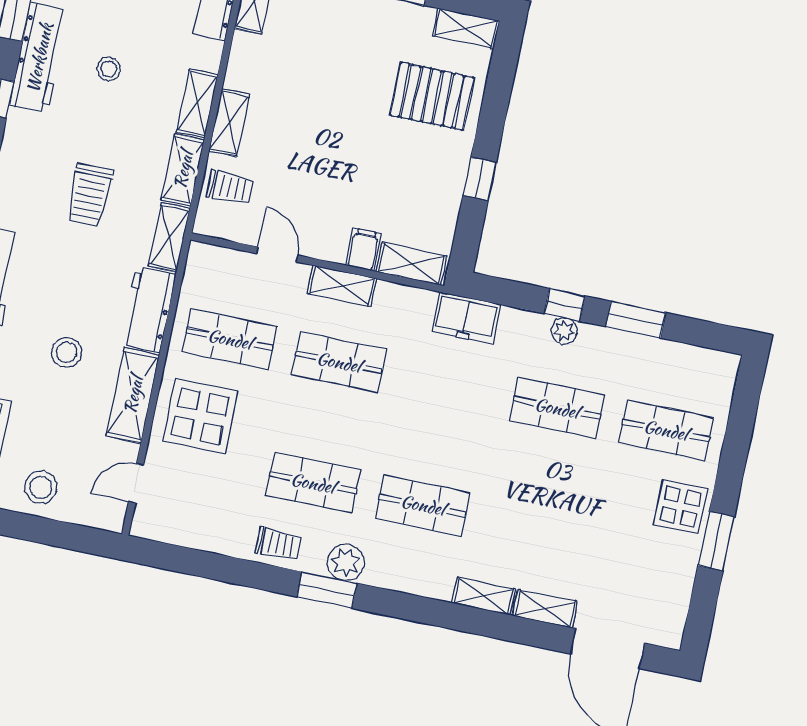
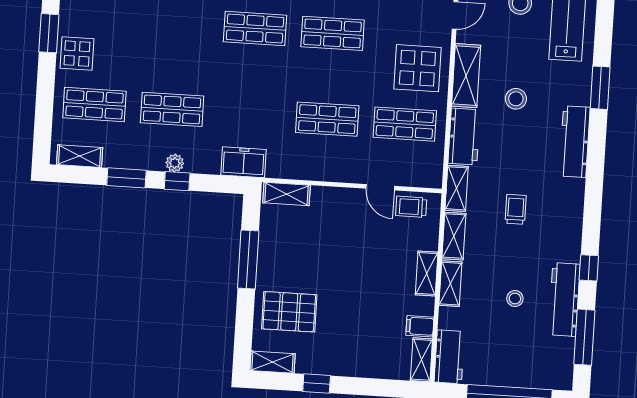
window: (480, 179) -> (248, 260), width x2.17
trolley: (230, 187) -> (411, 207), moved
trolley: (90, 195) -> (516, 209), width x0.73, depth x0.72
filing cabinet: (364, 250) -> (420, 326), moved, turned 90
shelving: (342, 286) -> (80, 156), moved

